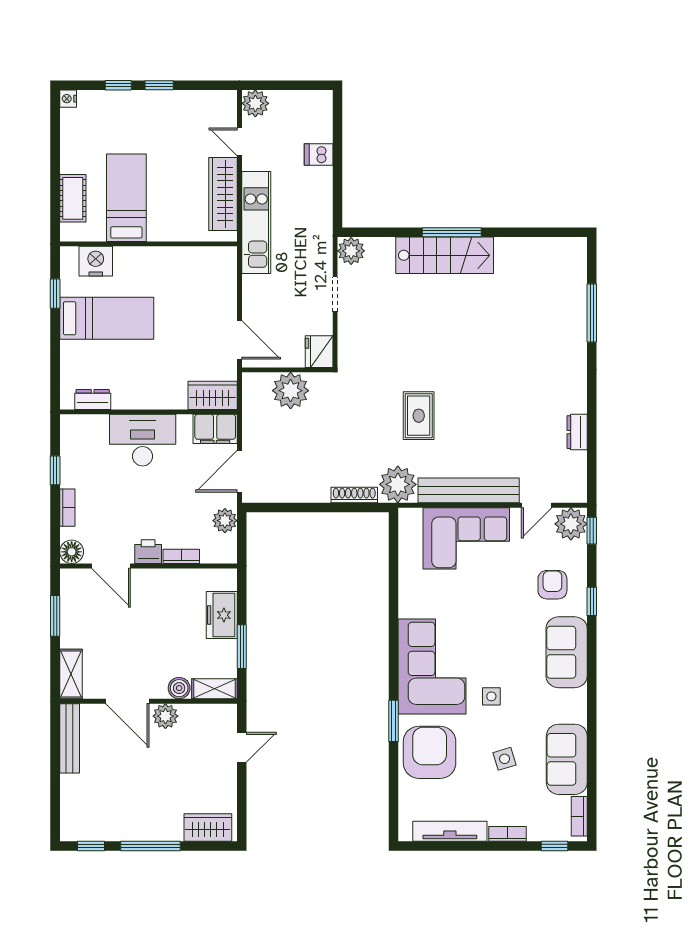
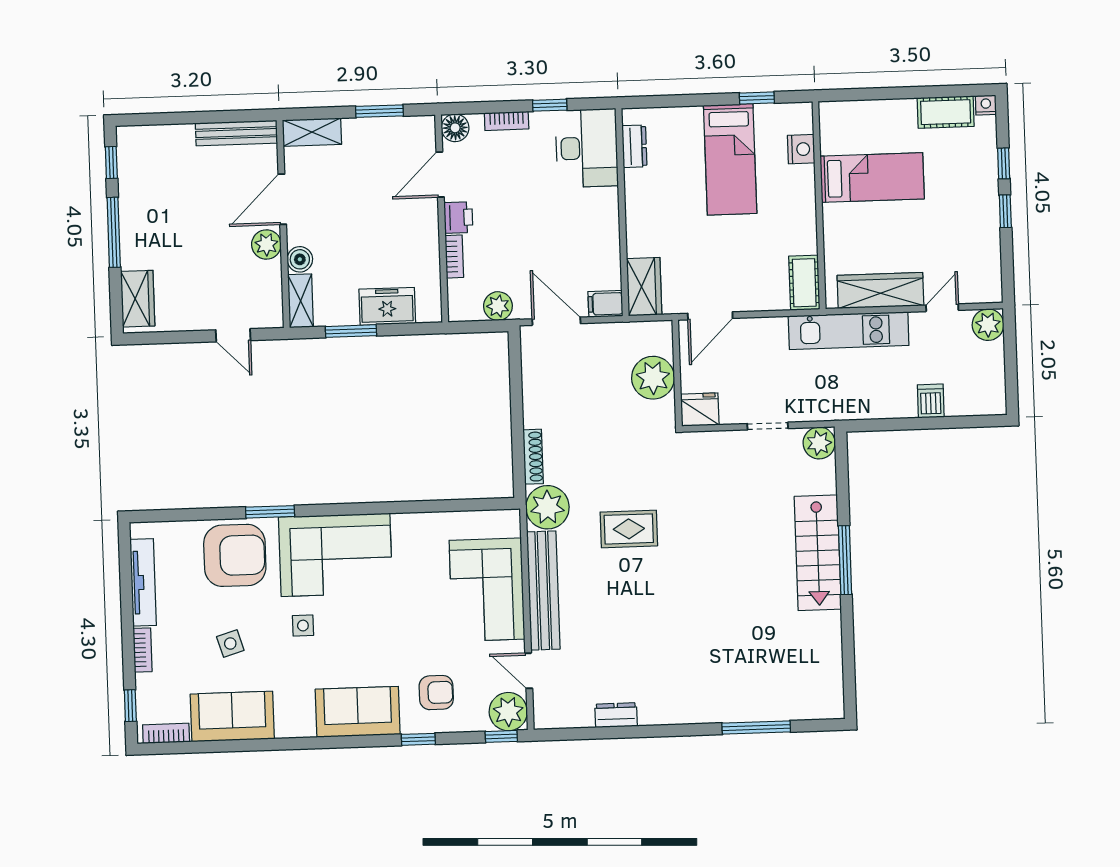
cot: (73, 198) -> (946, 112), moved
cot: (214, 259) -> (804, 283), added
nightstand: (96, 261) -> (801, 149), width x0.74, depth x0.75
filing cabinet: (215, 429) -> (605, 304), width x0.50
desk: (143, 440) -> (587, 148), moved

